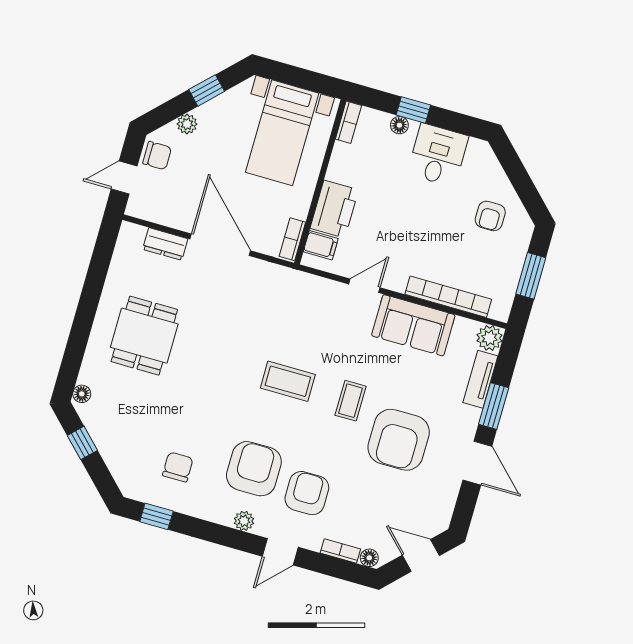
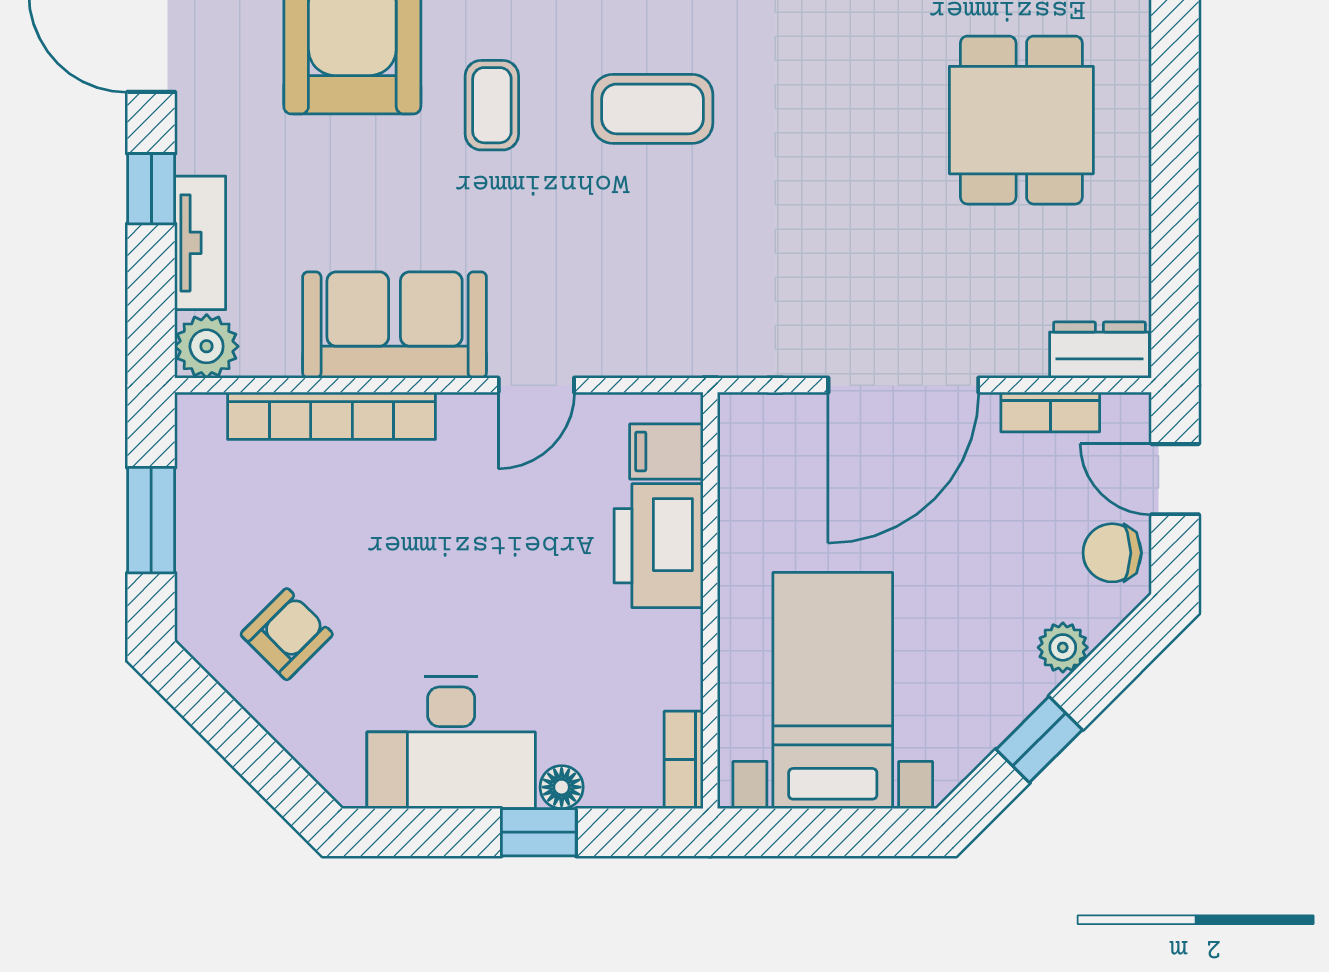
desk: (438, 155) -> (451, 742), width x1.37
door: (124, 177) -> (1175, 479), swing flipped
armchair: (490, 216) -> (287, 634), turned 45
bookcase: (292, 239) -> (1050, 412), moved, turned 90
dresser: (165, 244) -> (1099, 350), moved
door: (220, 245) -> (903, 385), hinge flipped
window: (494, 406) -> (151, 189), width x0.67

